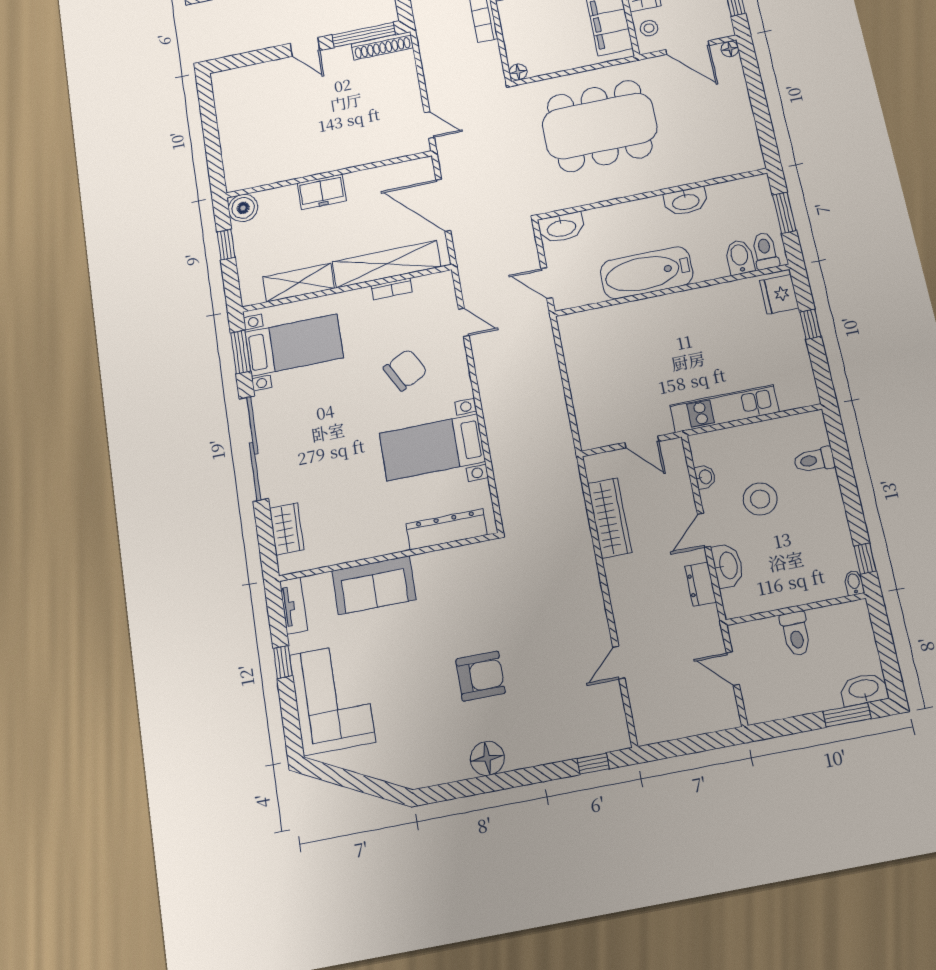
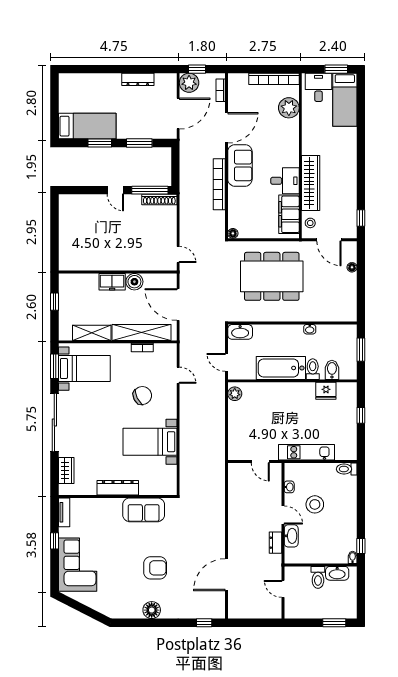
floor lamp: (730, 49) -> (352, 267), moved
washbasin: (686, 201) -> (310, 329), width x0.52, depth x0.69
boiler: (243, 208) -> (134, 282), moved
toilet: (765, 251) -> (313, 369), moved
fridge: (779, 294) -> (326, 391), moved, turned -90
plant: (572, 333) -> (235, 394), added
toilet: (814, 460) -> (347, 469), moved
wardrobe: (609, 518) -> (236, 499), removed
dresser: (447, 529) -> (118, 488), moved
door: (704, 530) -> (283, 515), swing flipped
sofa: (374, 585) -> (144, 510), moved
door: (619, 663) -> (226, 575), width x1.87
washbasin: (864, 689) -> (337, 573), moved, turned 180

